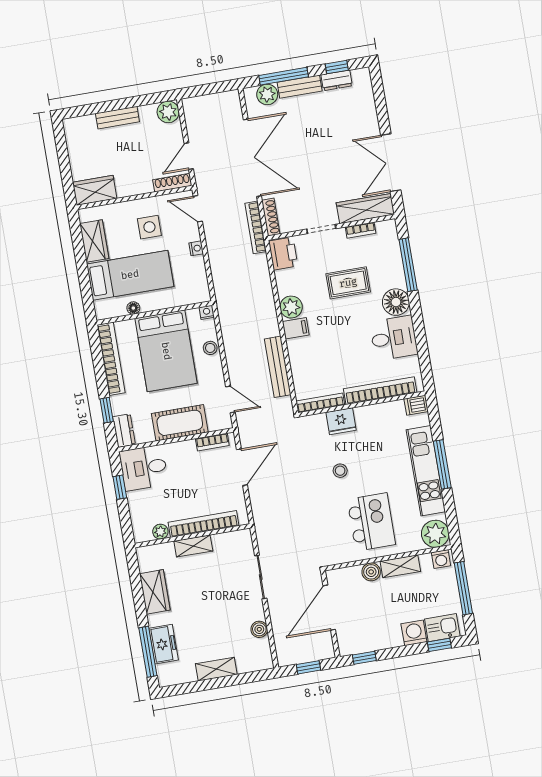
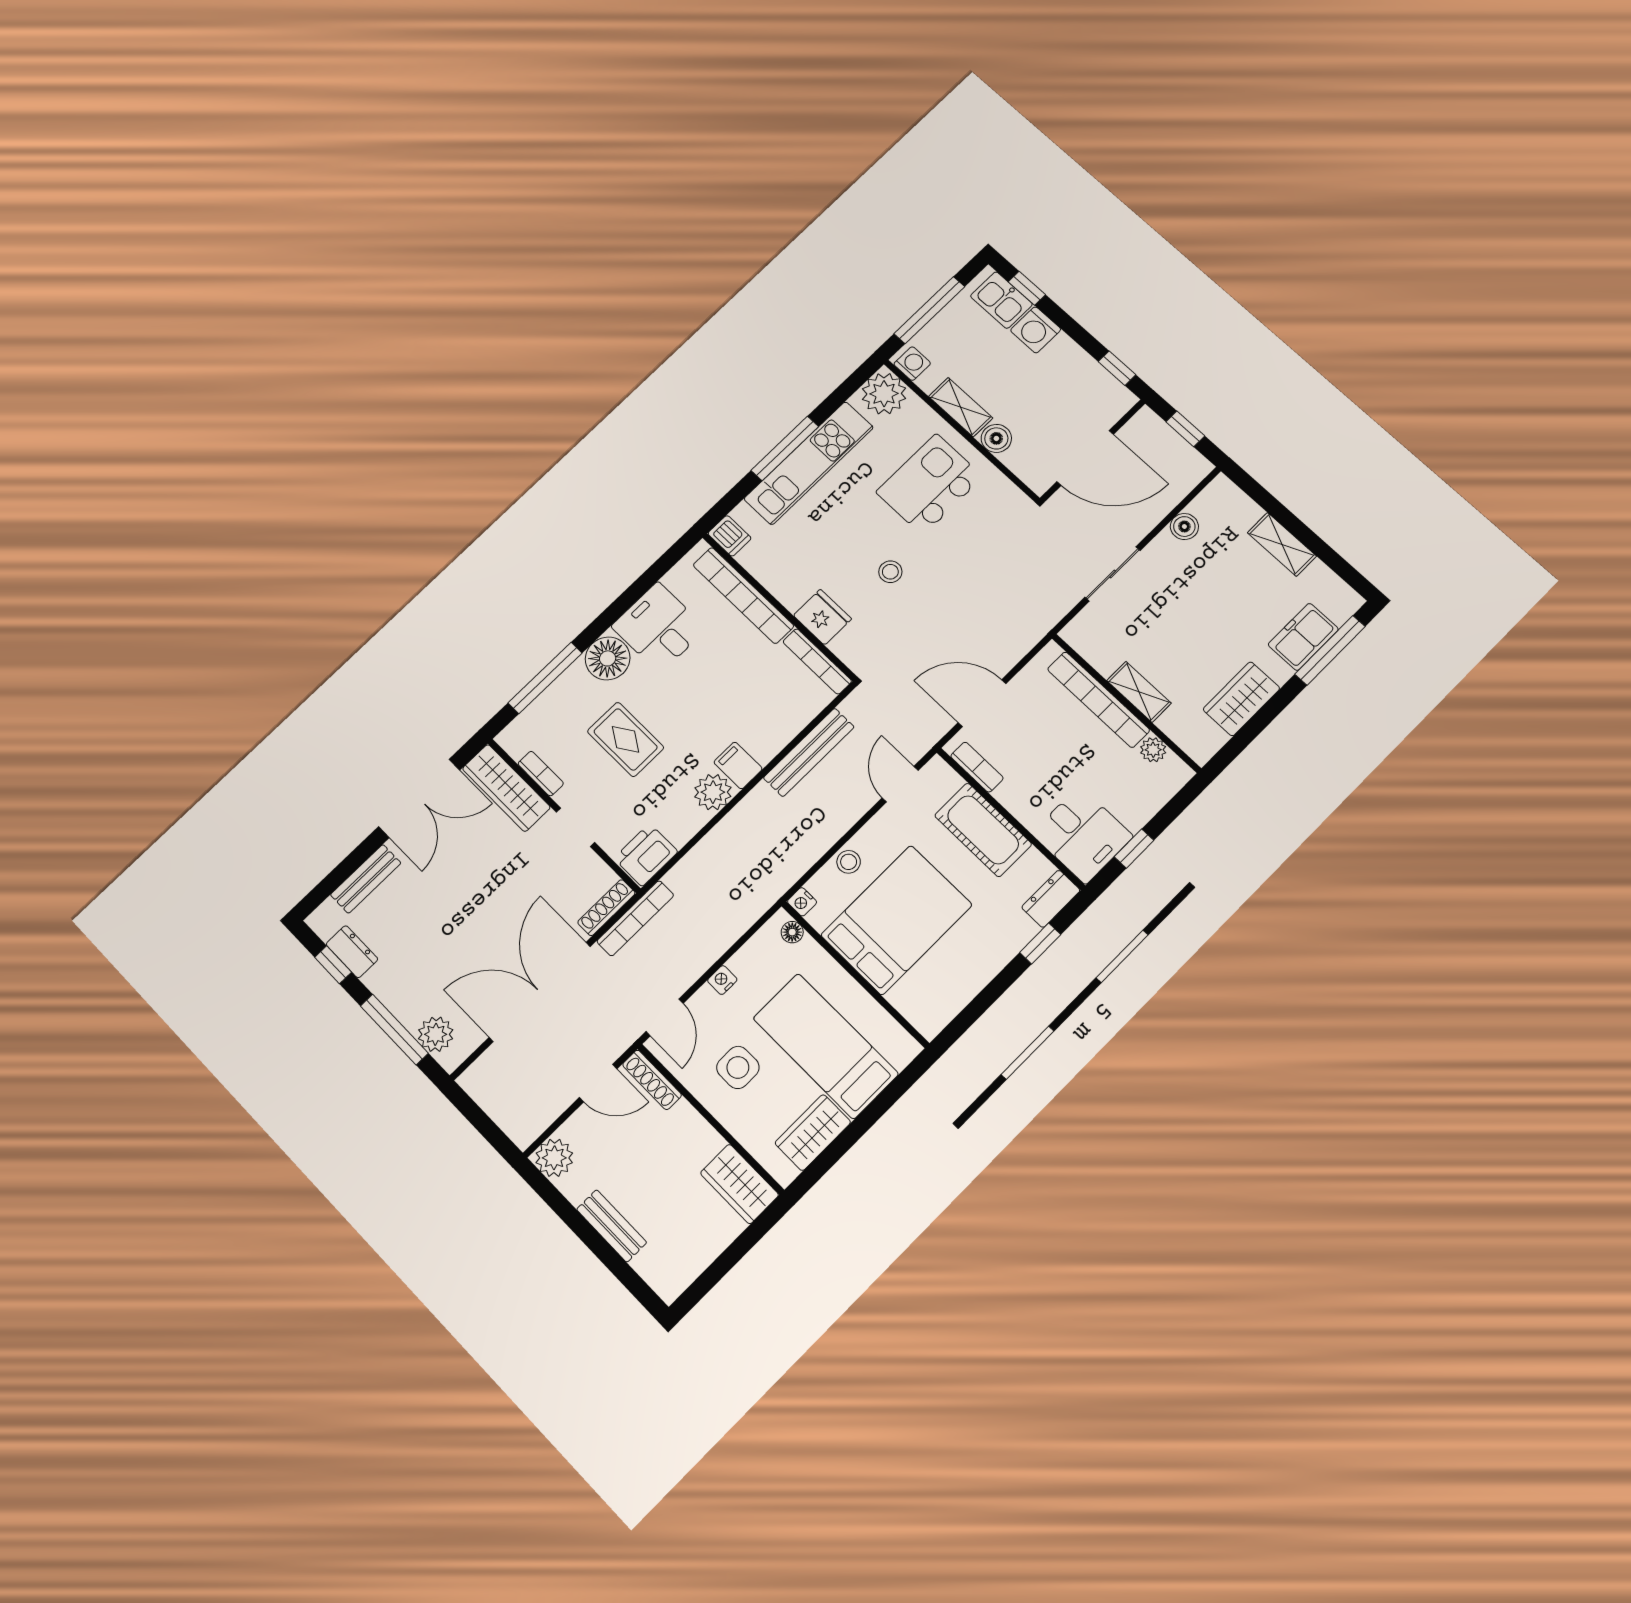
bench: (300, 87) -> (366, 879), moved, turned 90
floor lamp: (133, 308) -> (792, 932), moved
bookcase: (111, 359) -> (963, 989), removed

